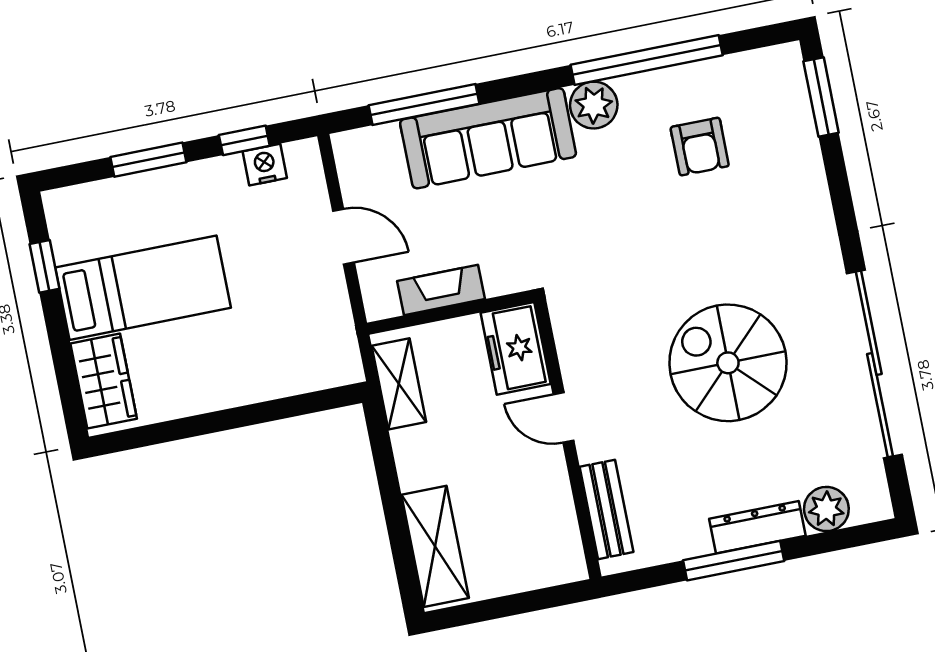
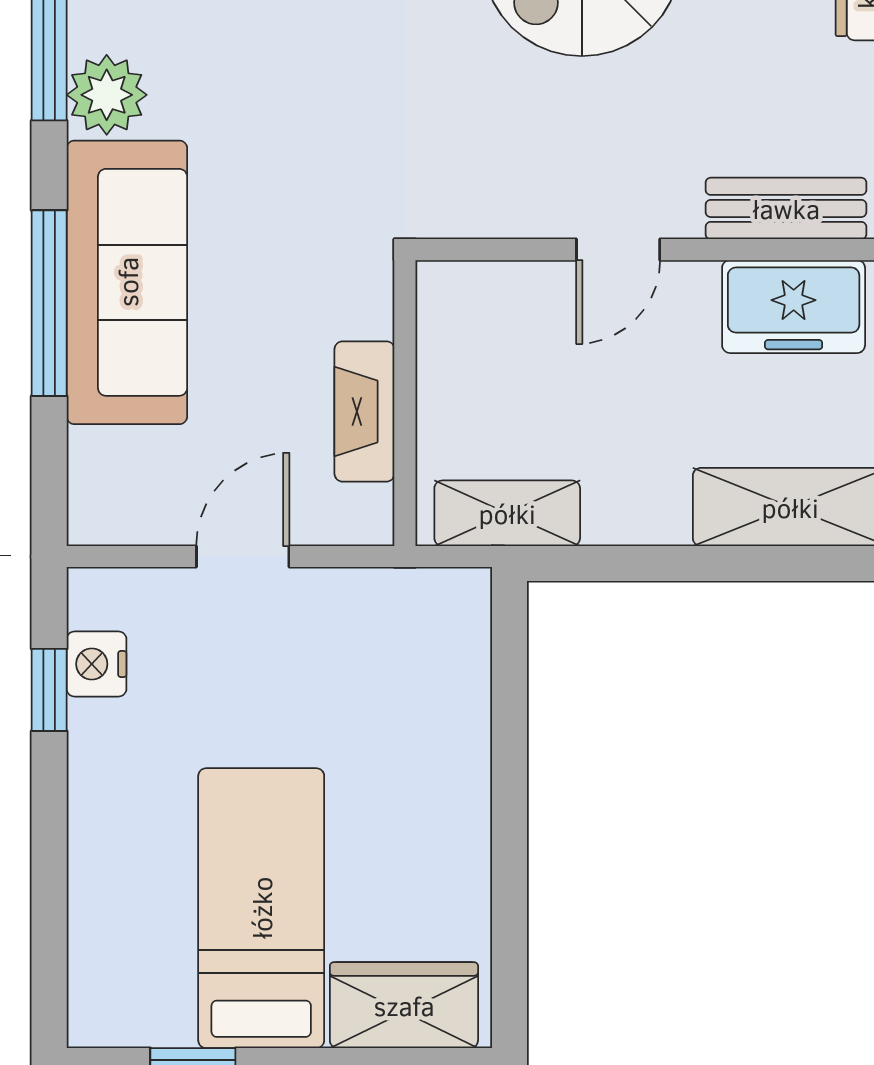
window: (424, 105) -> (49, 303), moved
window: (148, 160) -> (49, 856), removed
freezer: (516, 348) -> (794, 307), moved

